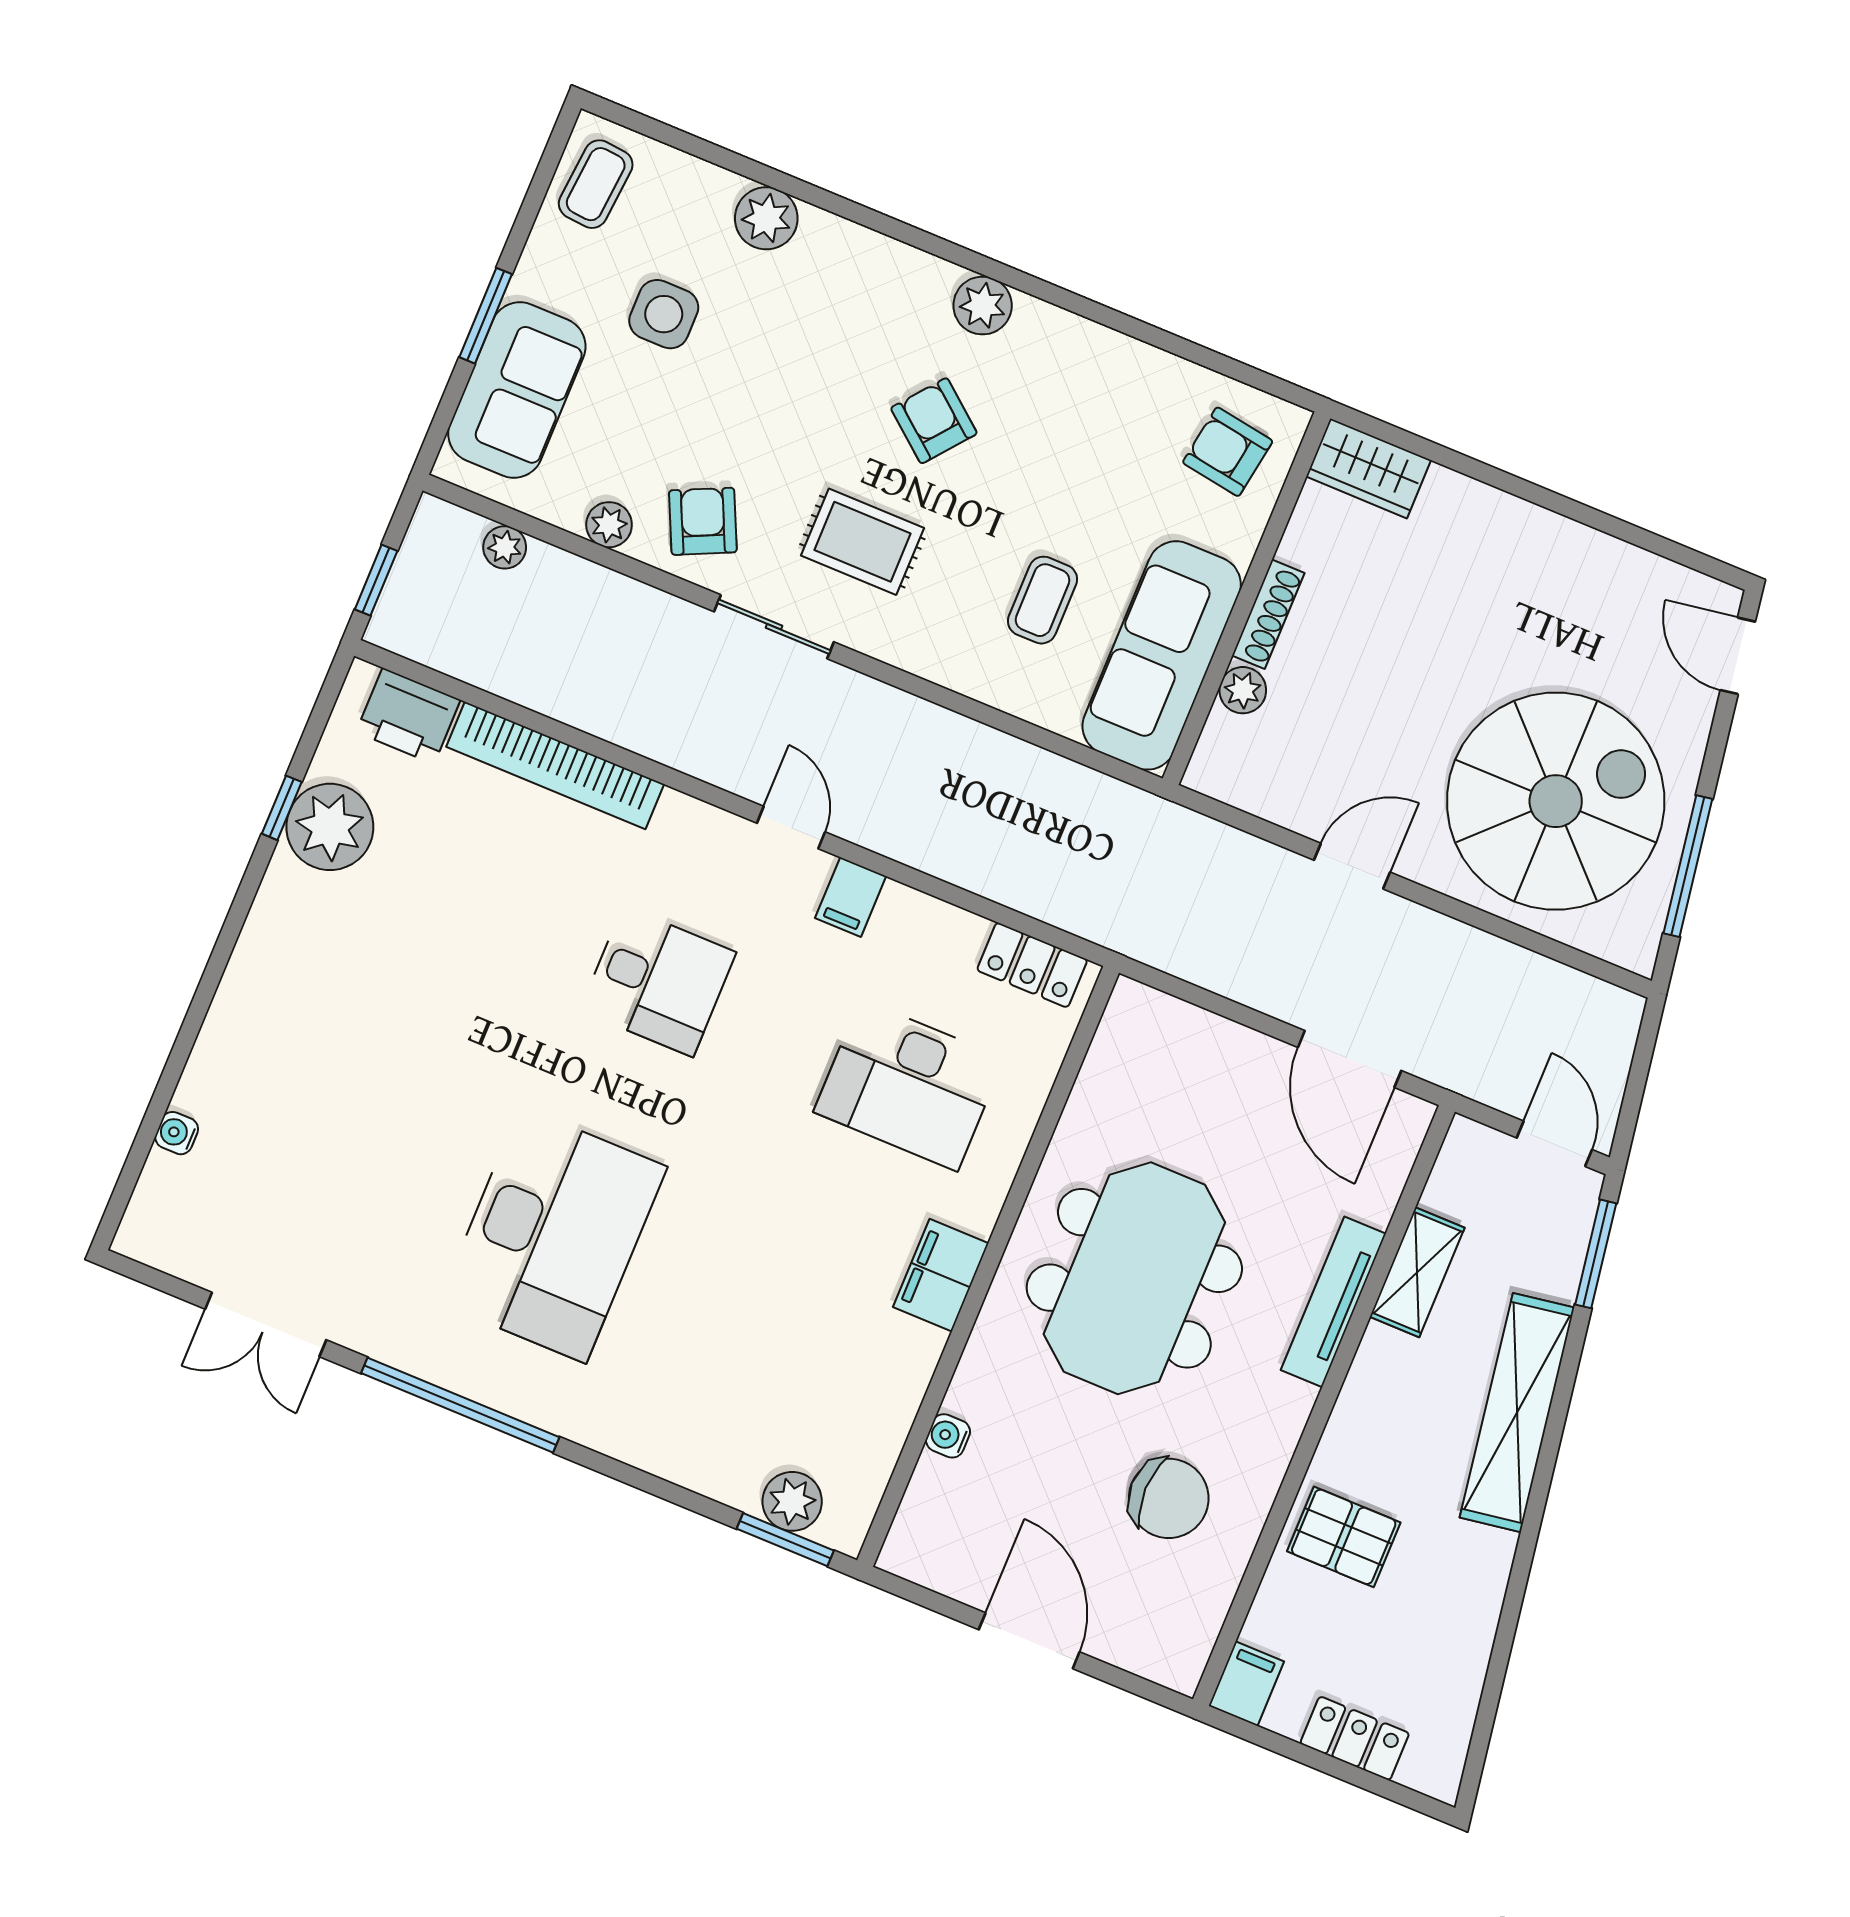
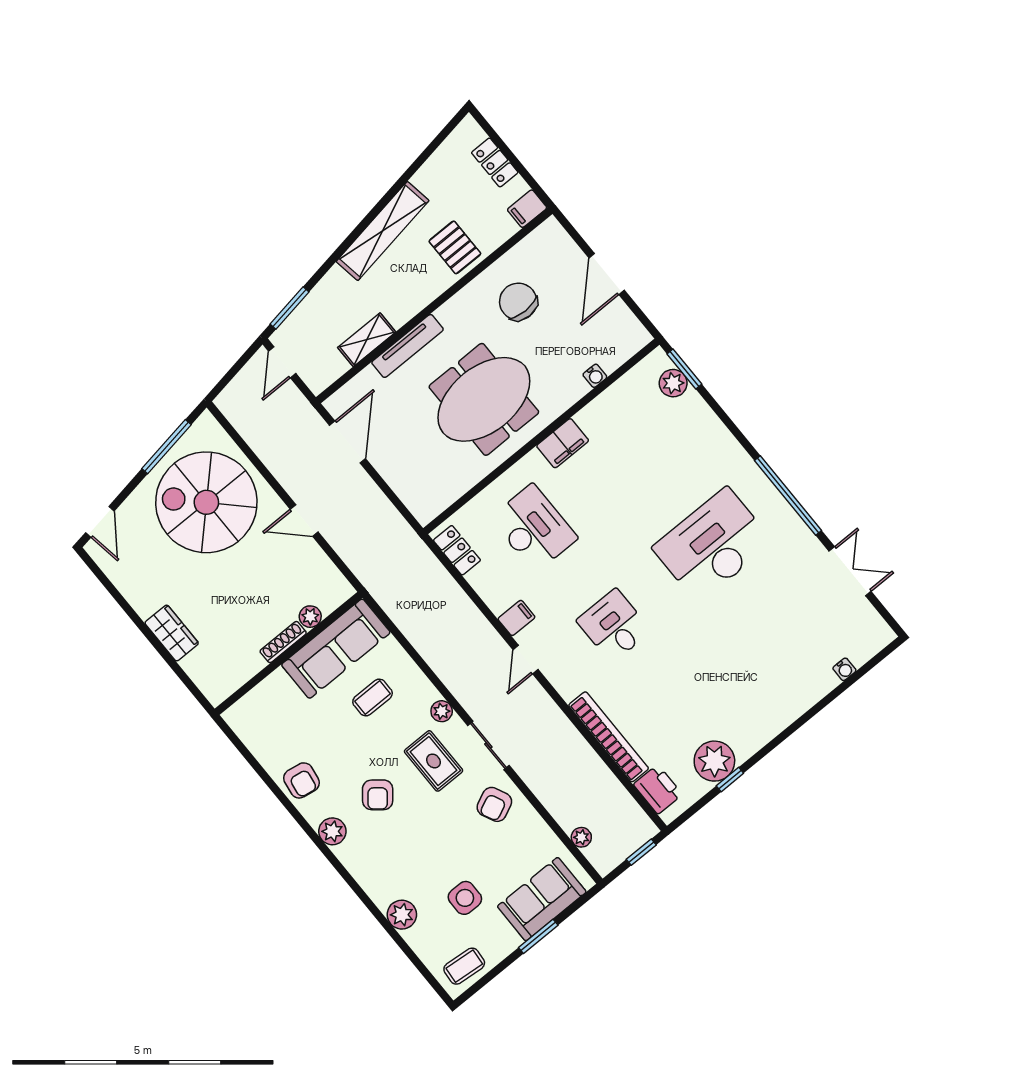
armchair: (1228, 452) -> (301, 780), moved
wardrobe: (1369, 468) -> (172, 633), moved
plant: (609, 525) -> (442, 711), moved
shelving: (1517, 1413) -> (383, 231), moved

